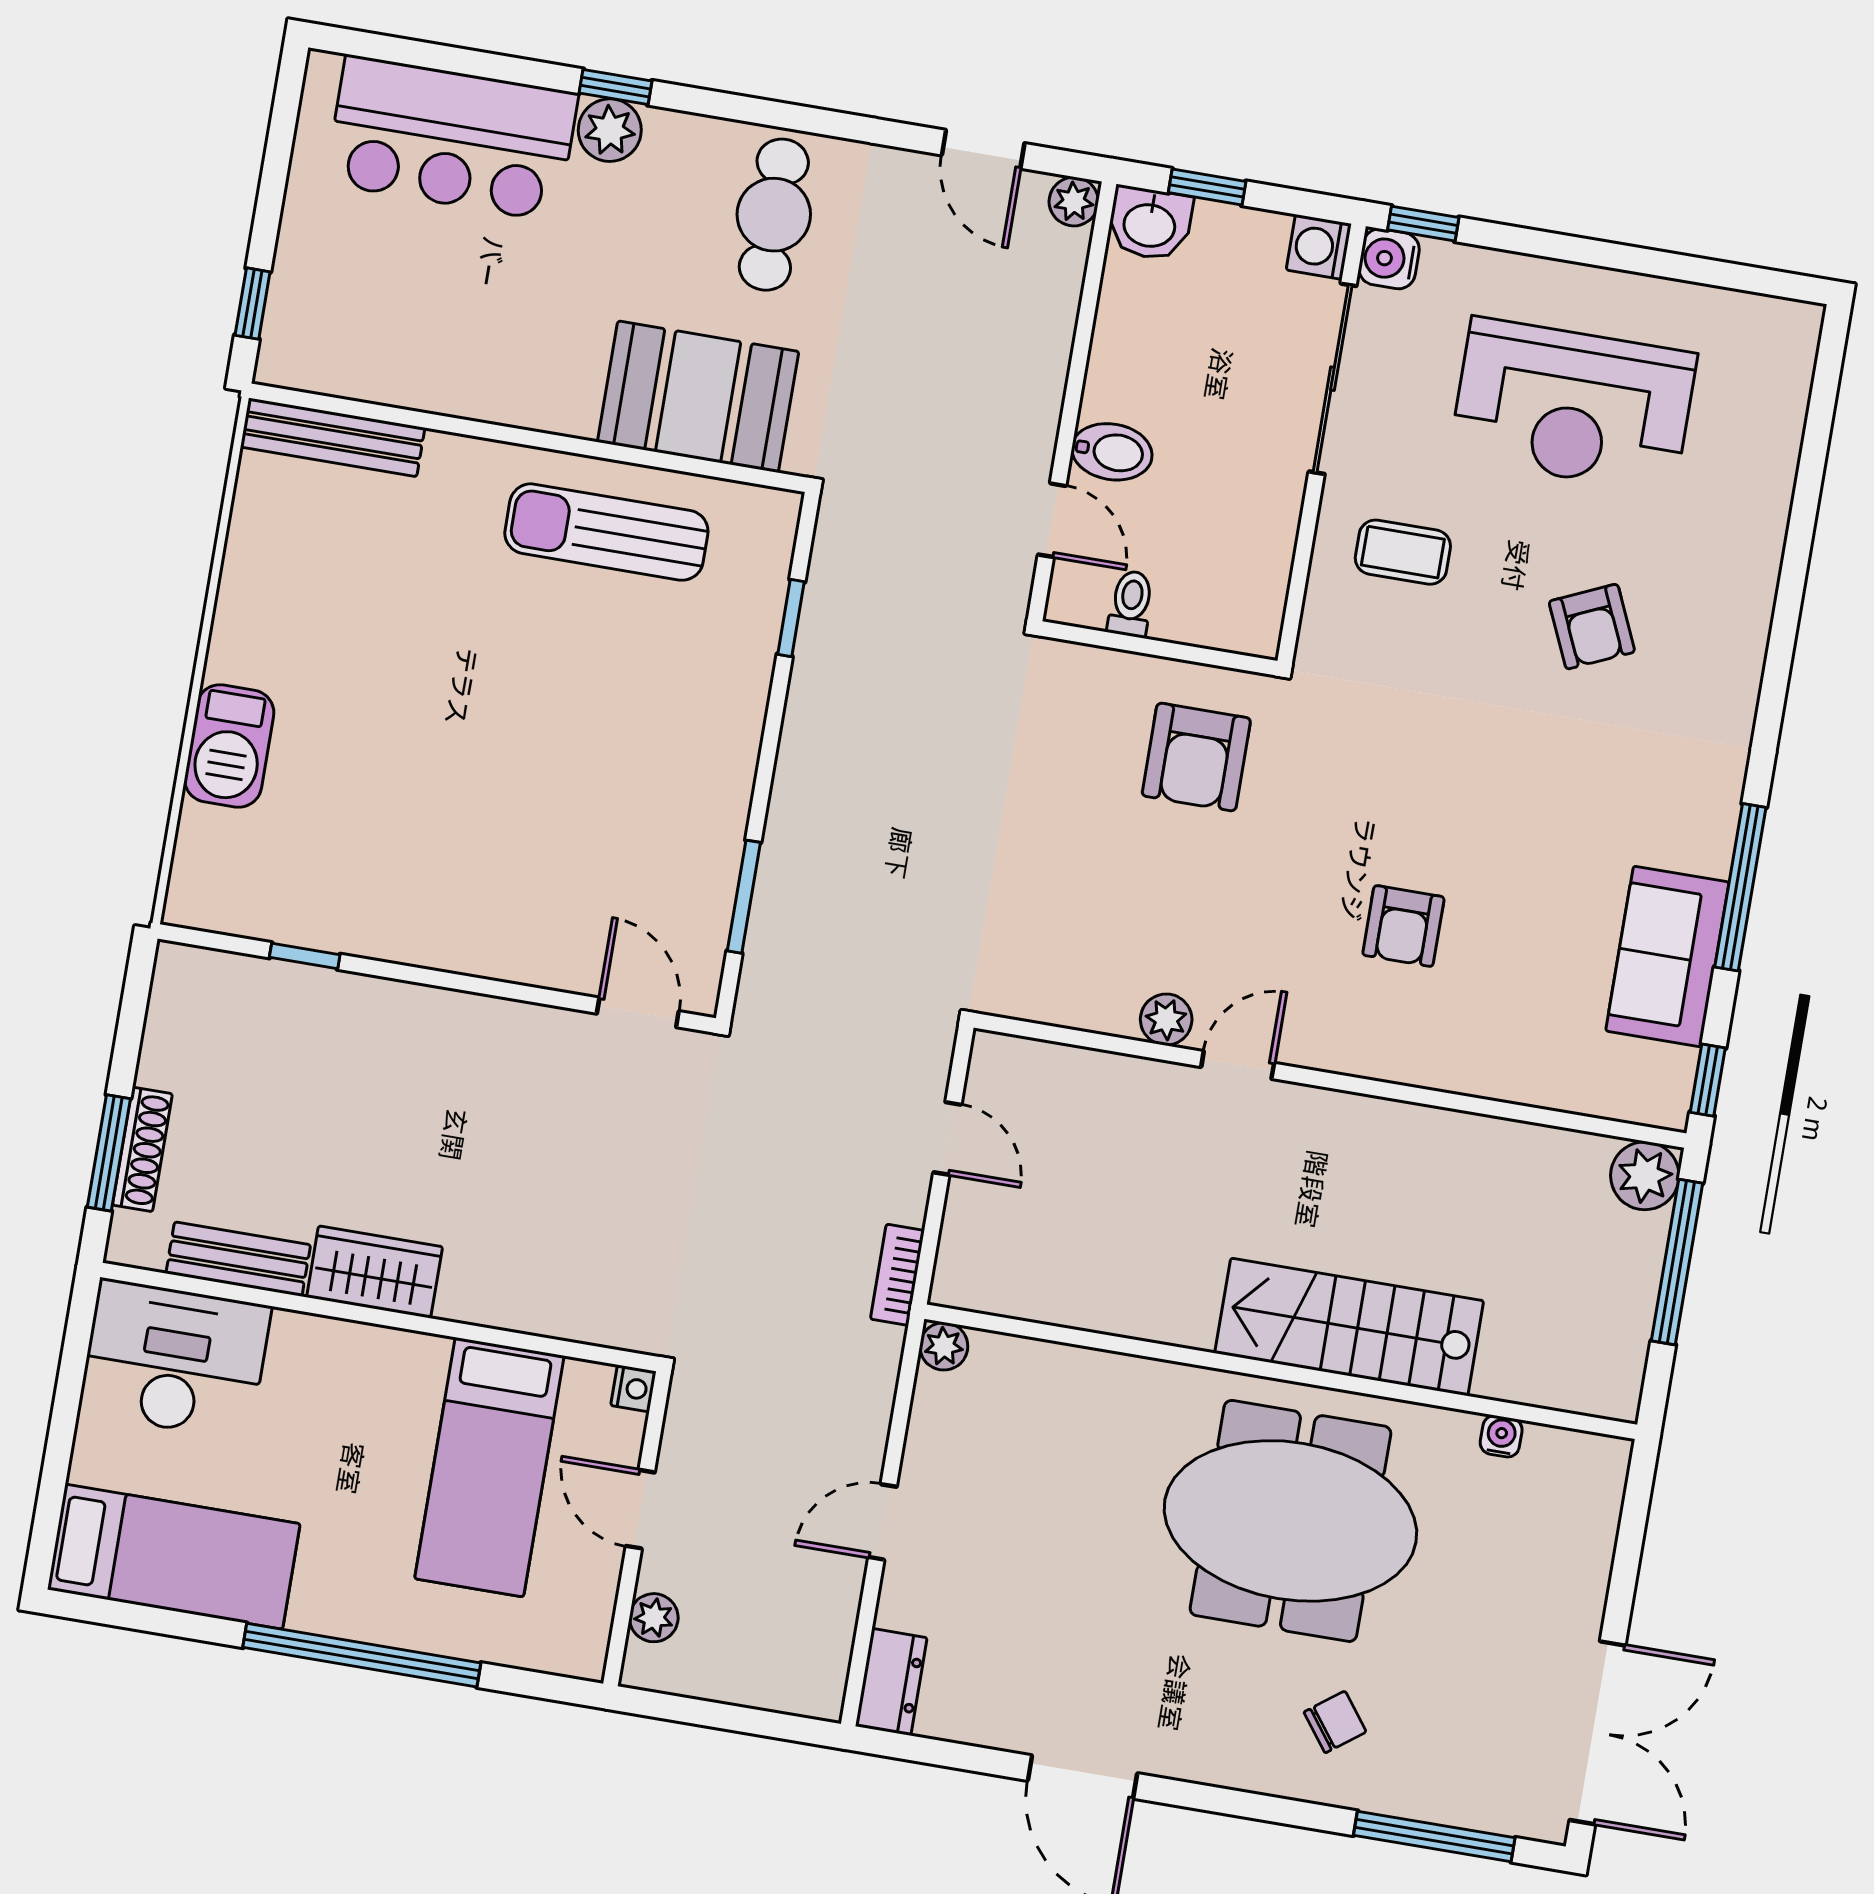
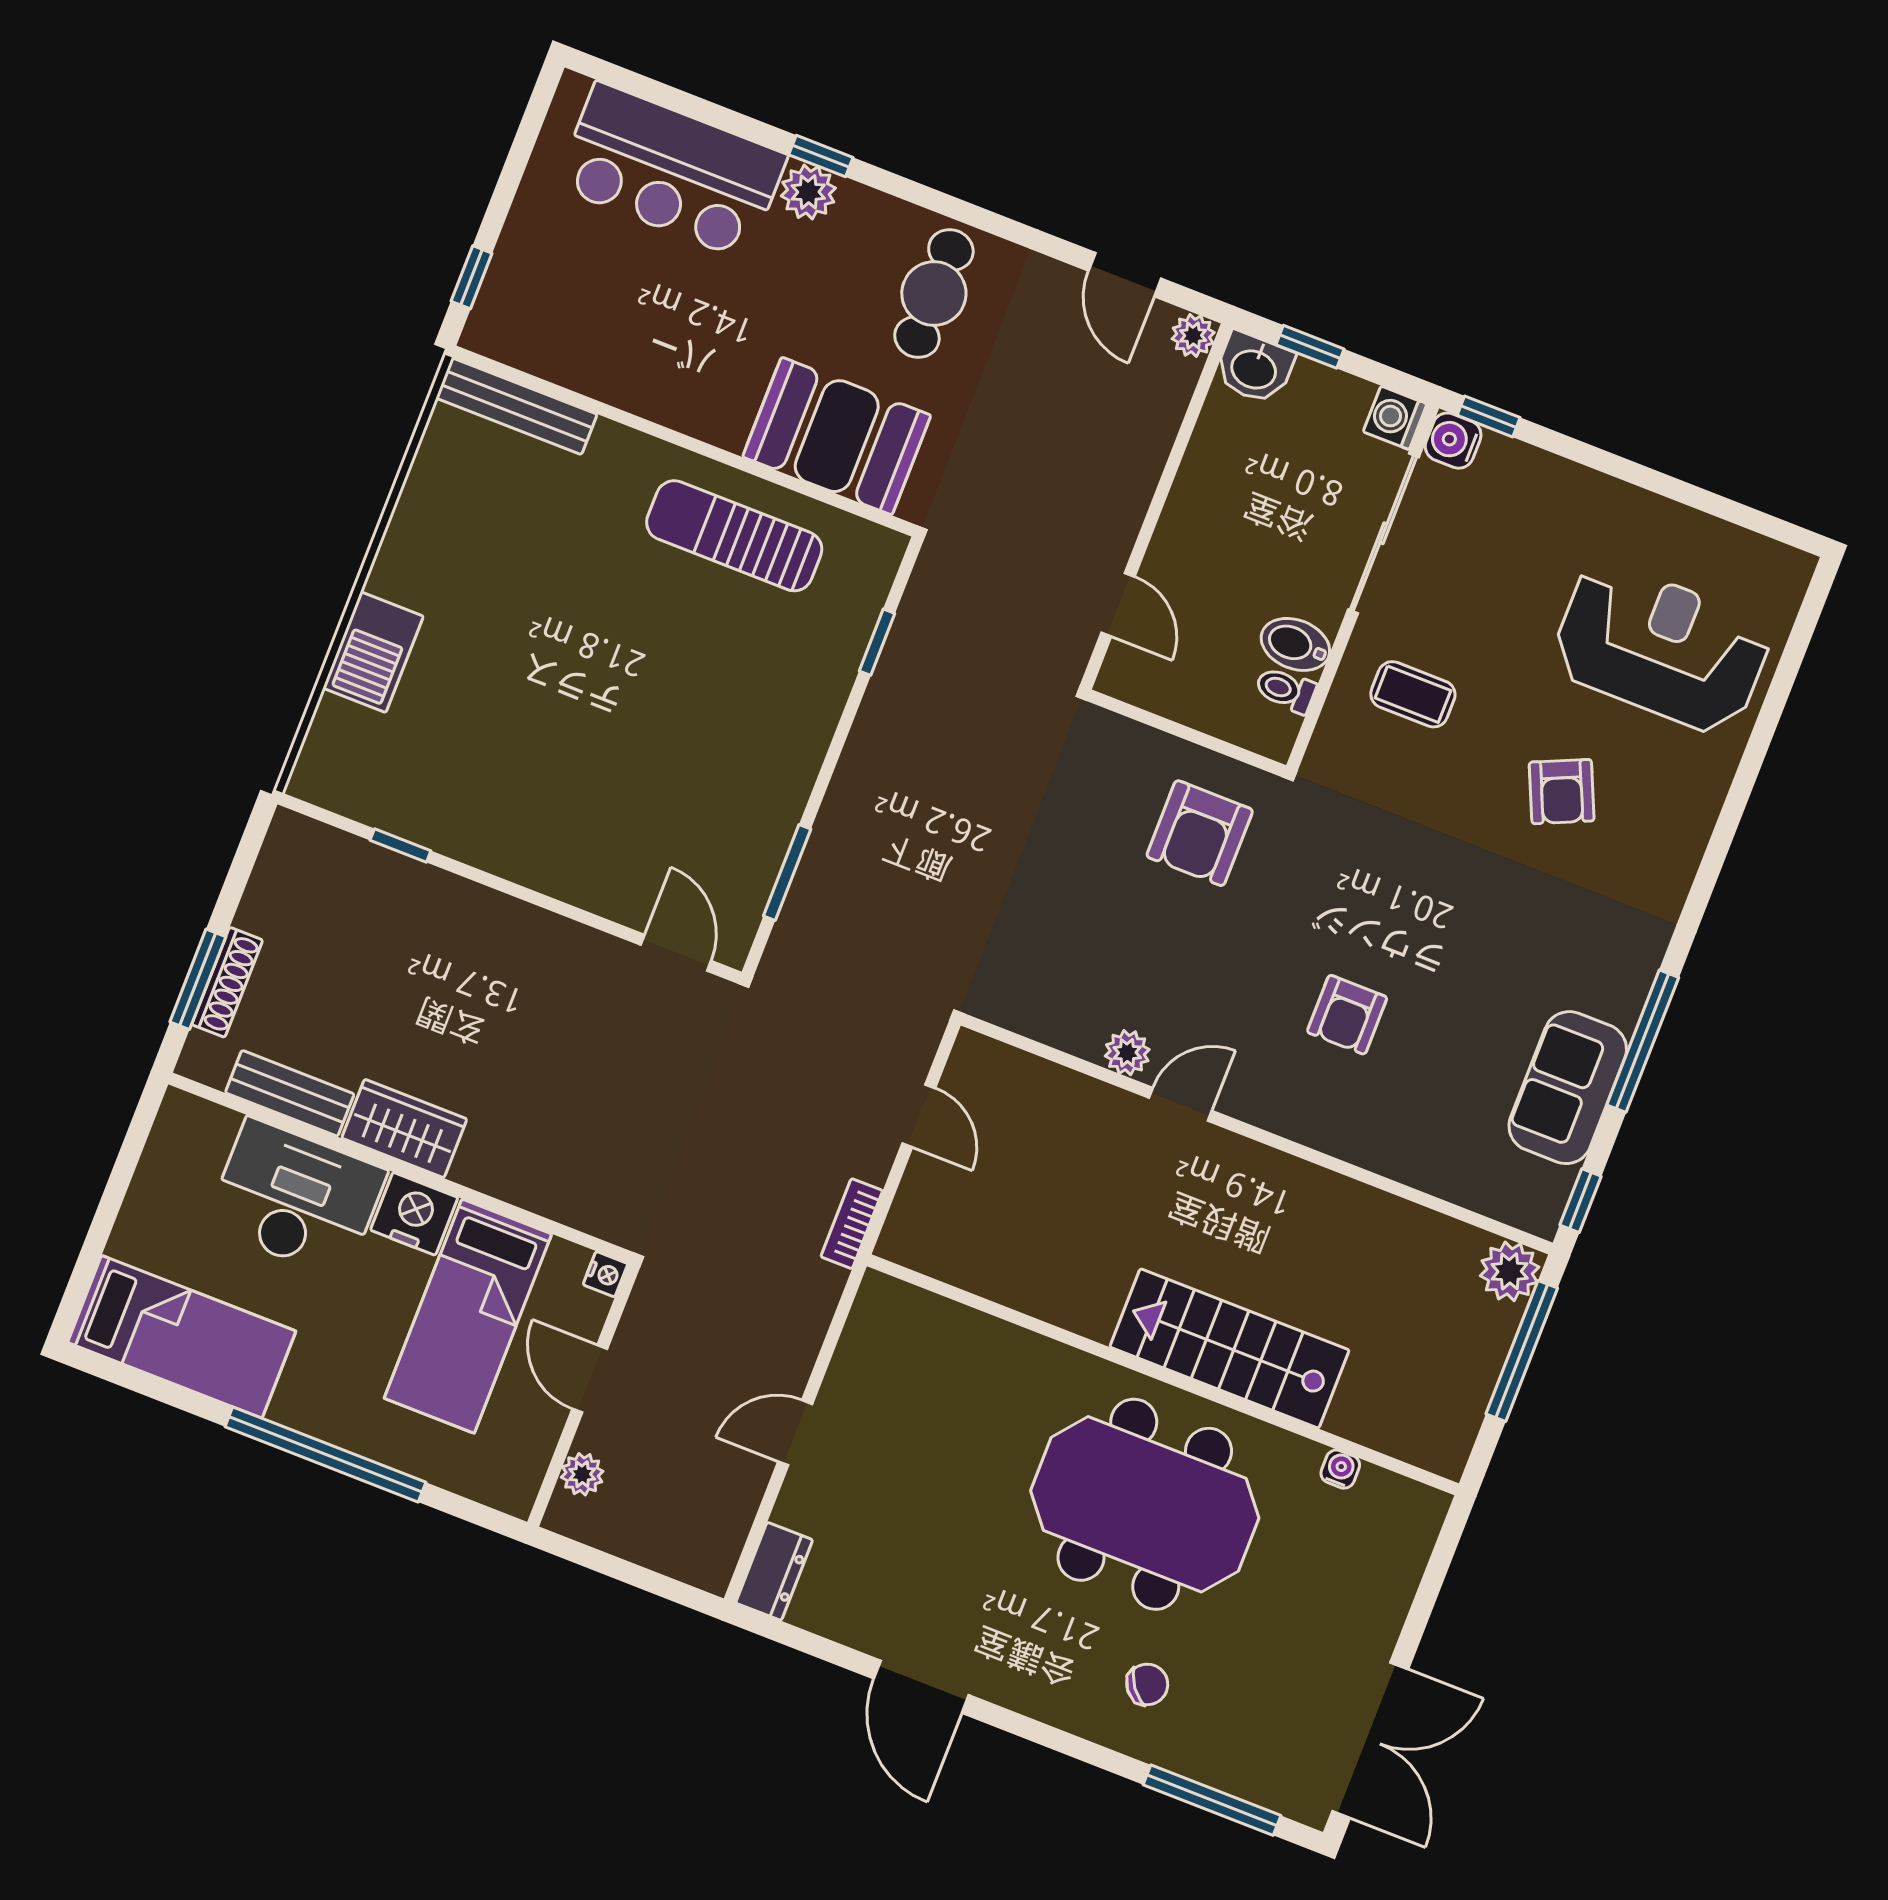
reception desk: (1573, 405) -> (1661, 647), moved, turned 180
bidet: (1112, 452) -> (1295, 644), moved, turned 180
toilet: (1131, 604) -> (1285, 690), moved, turned -90
plant: (944, 1346) -> (879, 1293), removed
desk: (175, 1359) -> (296, 1199), moved
nightstand: (405, 1365) -> (414, 1214), added

